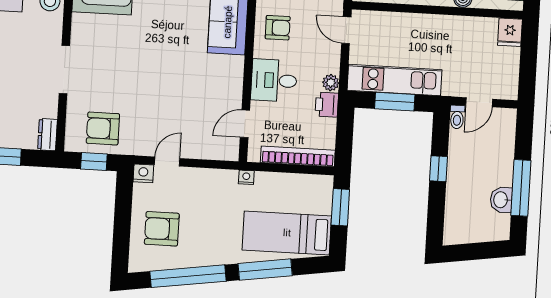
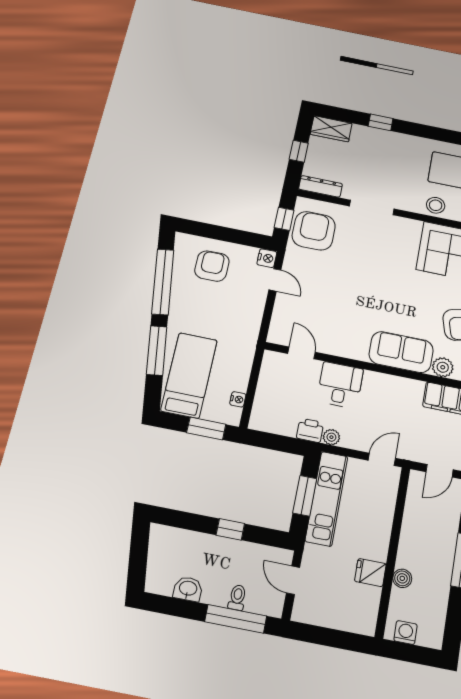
armchair: (278, 28) -> (391, 396), removed
fridge: (510, 32) -> (370, 573), moved
toilet: (457, 117) -> (237, 597), moved, turned 90
armchair: (103, 128) -> (314, 231), width x1.36, depth x1.36
dresser: (47, 135) -> (320, 186), width x1.44
bookcase: (298, 156) -> (263, 396), removed
nightstand: (246, 177) -> (238, 399), moved
window: (521, 188) -> (236, 619), moved

